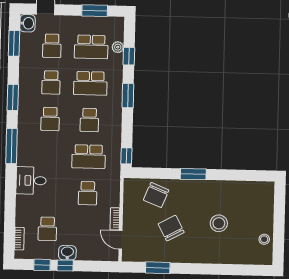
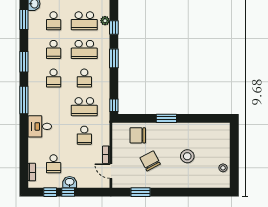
chair: (156, 195) -> (138, 135), turned 68

